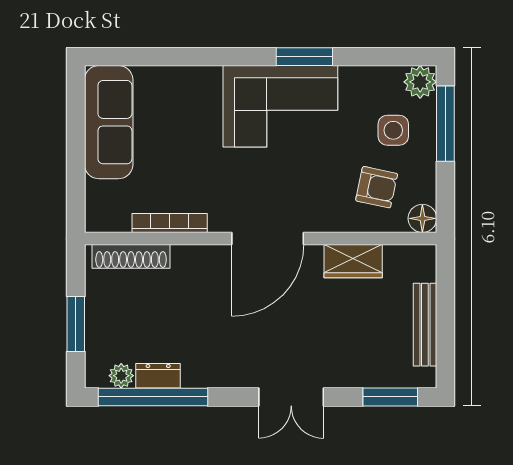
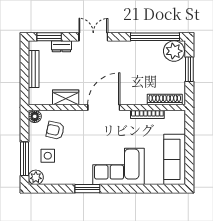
corner sofa: (280, 106) -> (119, 166), moved
plant: (121, 376) -> (174, 51), width x1.88, depth x1.88
dresser: (158, 376) -> (61, 46), moved

